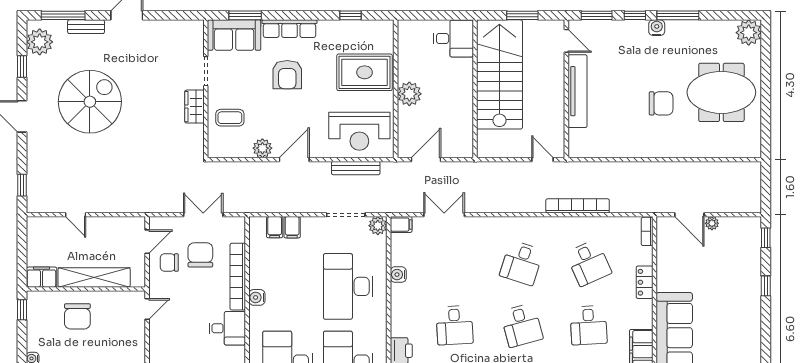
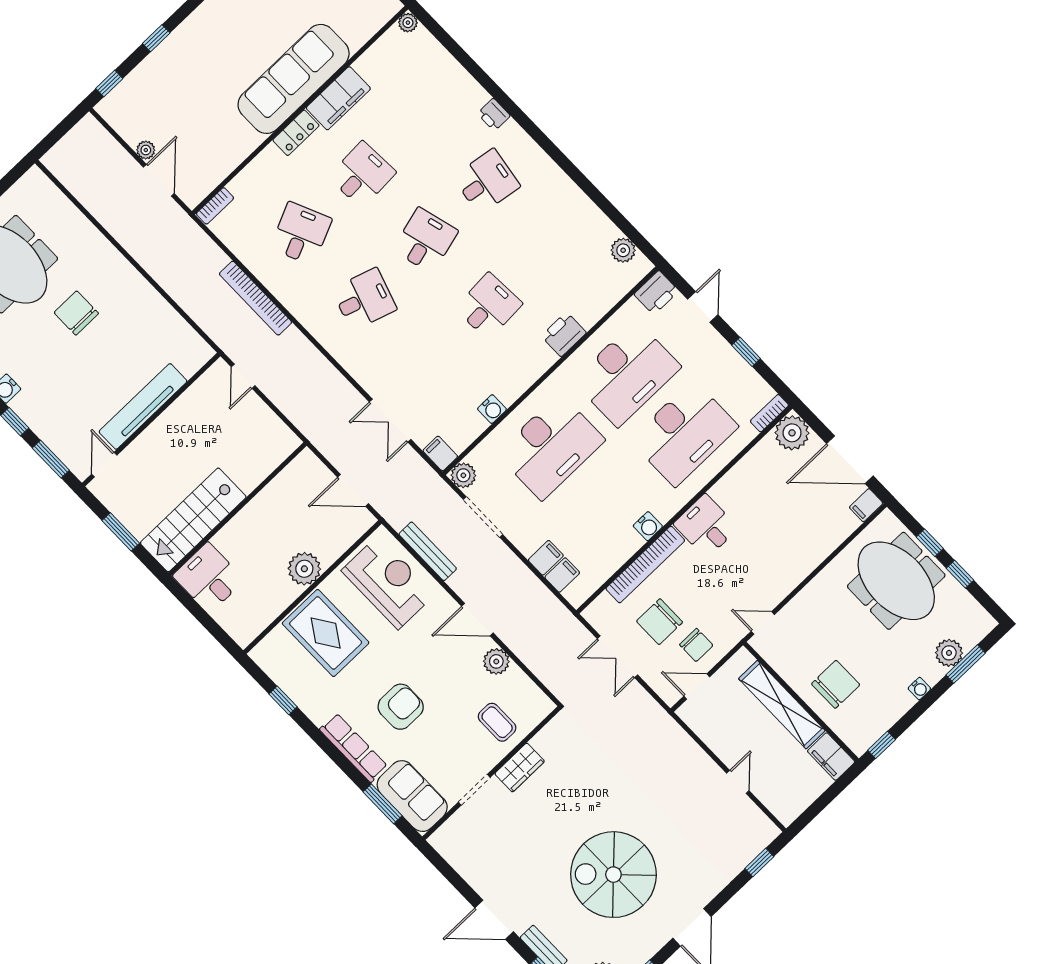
stairs: (499, 74) -> (193, 520), width x0.73, depth x0.66
locker: (645, 282) -> (296, 133), moved

